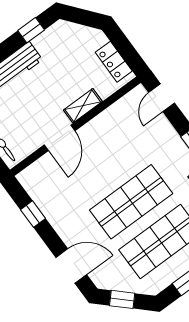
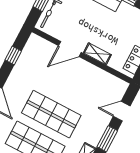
door: (162, 98) -> (122, 111), moved

